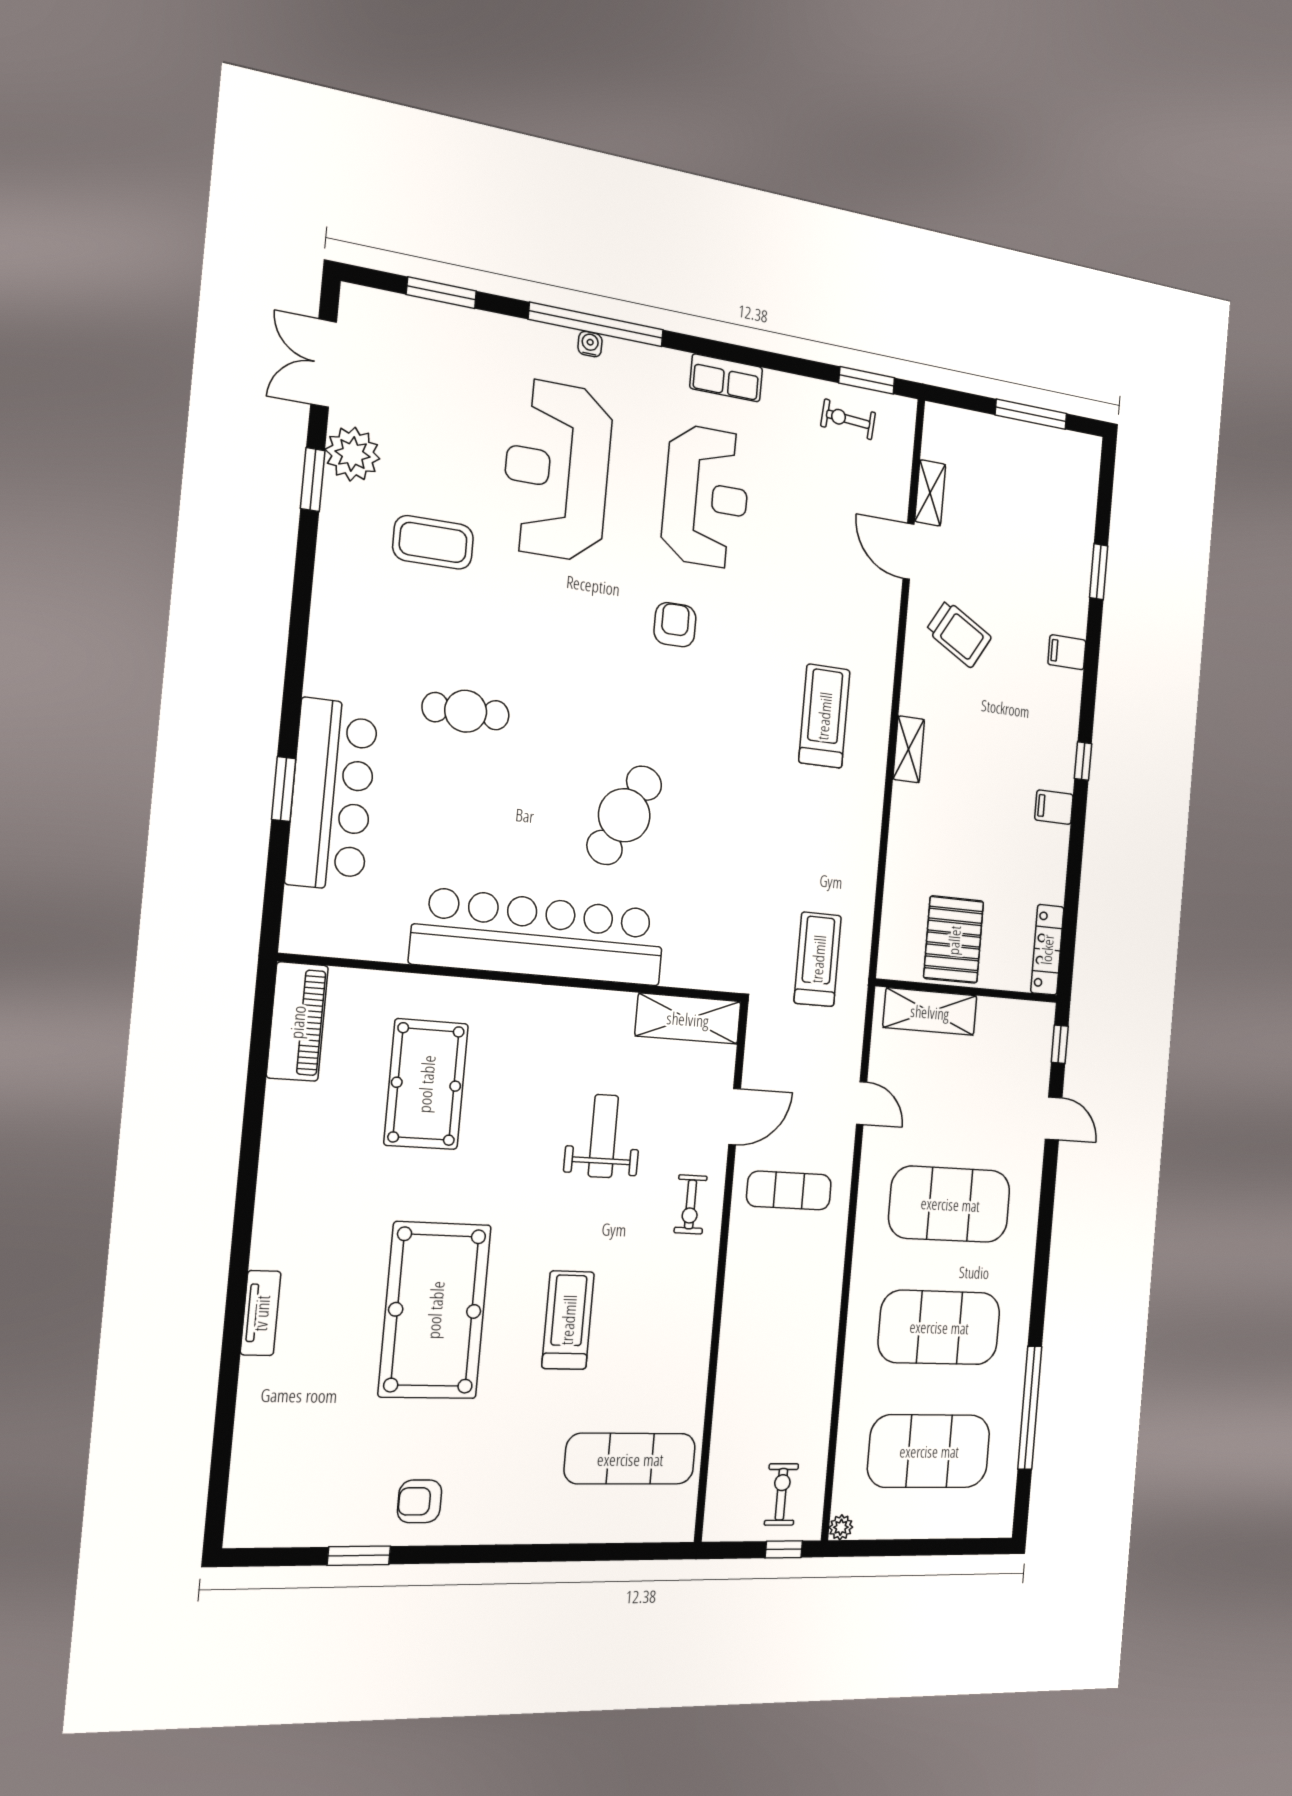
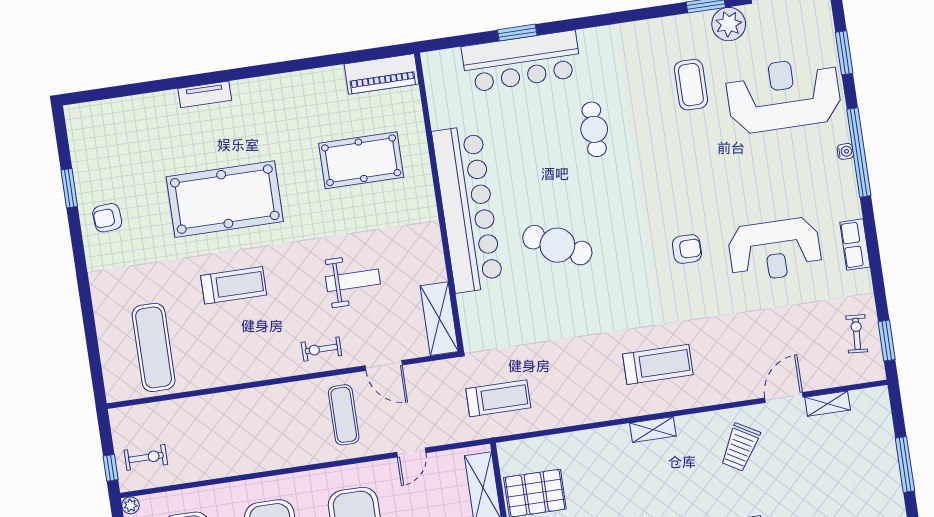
reception desk: (557, 470) -> (783, 95), moved
armchair: (420, 1501) -> (107, 218), turned -94

